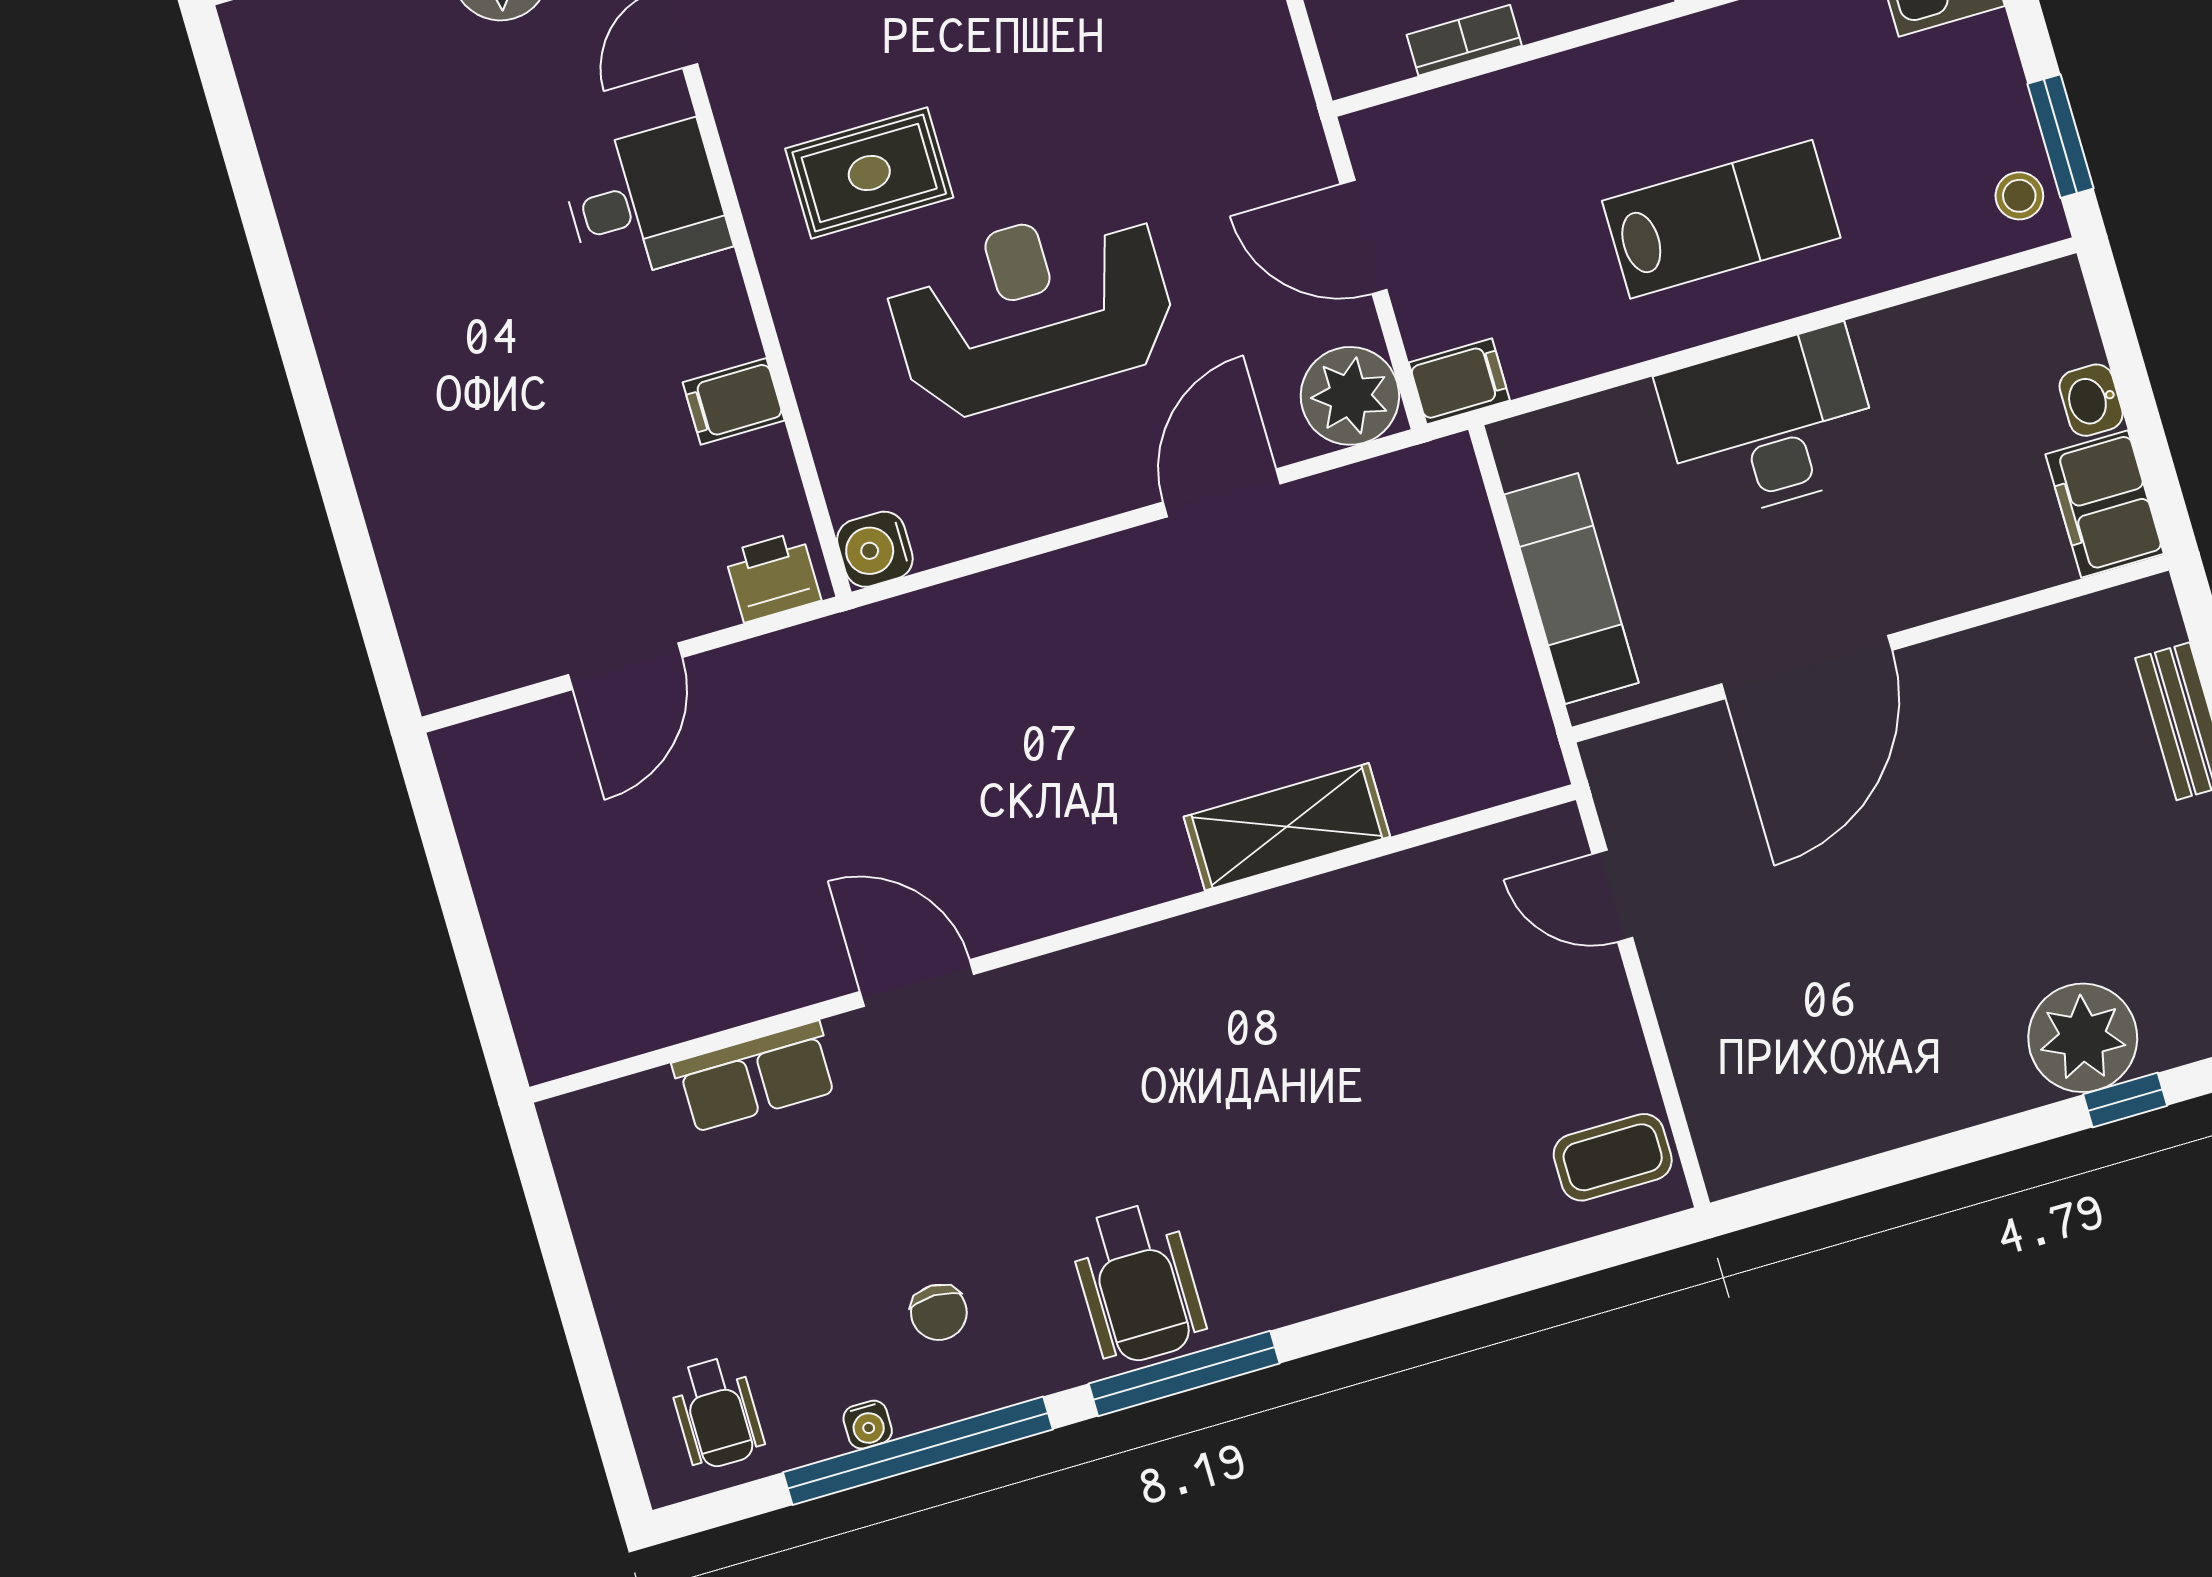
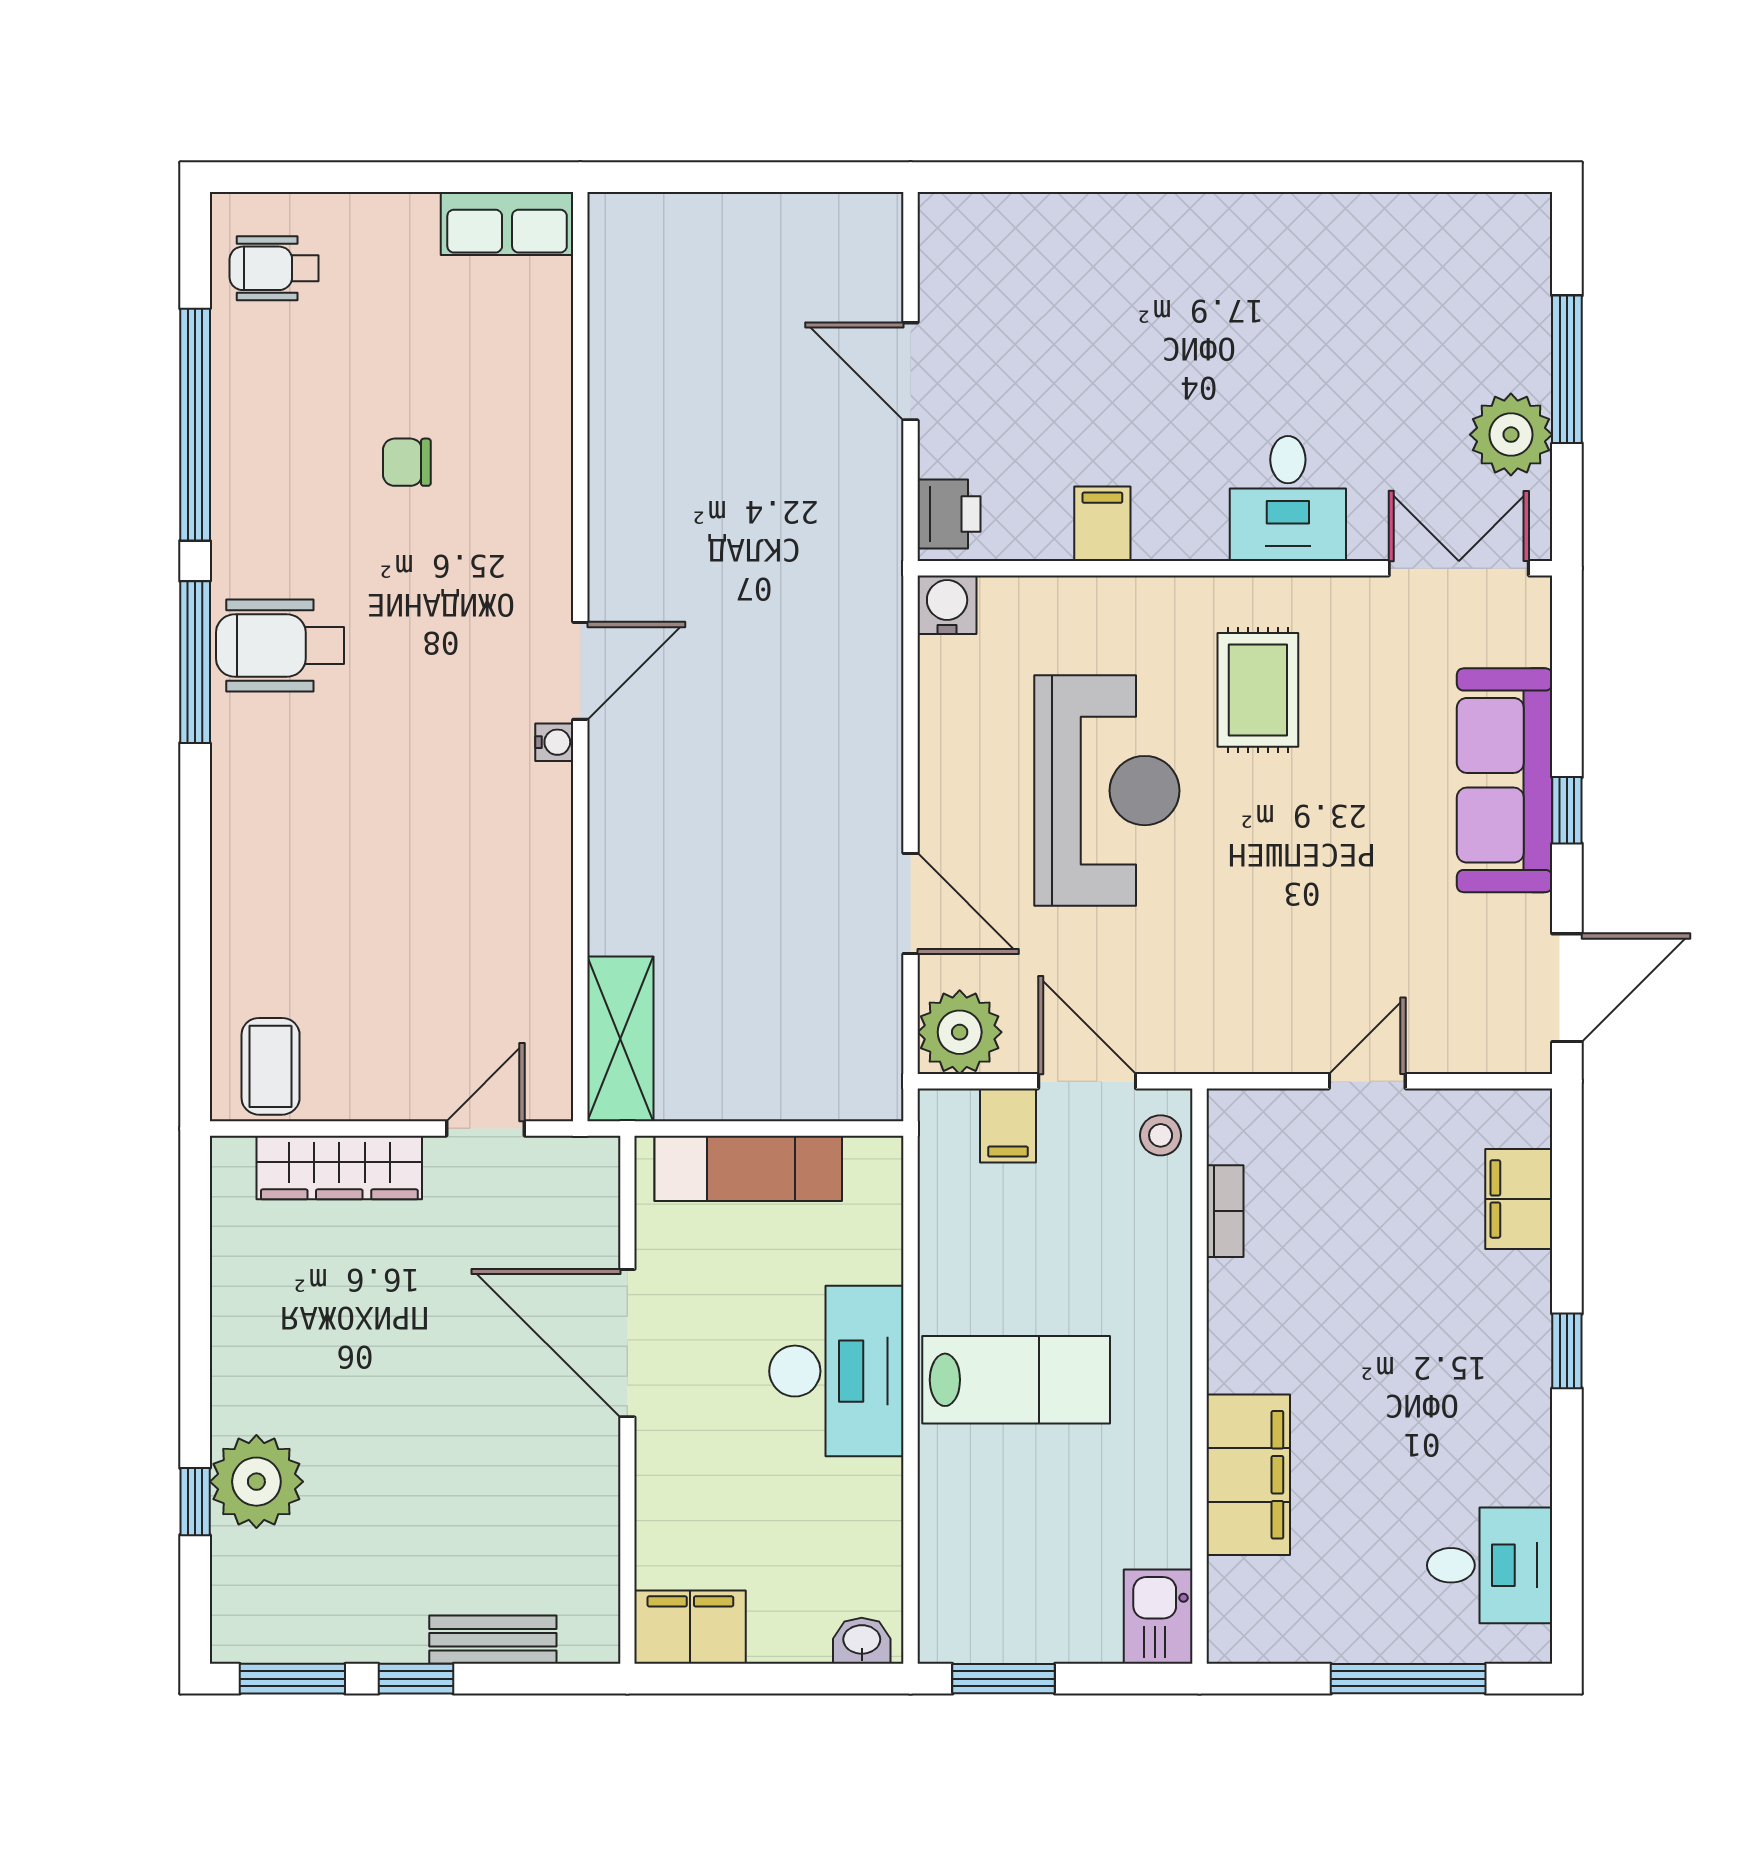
stool: (2019, 196) -> (1161, 1135), moved
lab bench: (1721, 219) -> (1016, 1380), turned -90
door: (1364, 237) -> (1087, 1081), hinge flipped
filing cabinet: (1459, 381) -> (1008, 1126), moved
washbasin: (2091, 400) -> (862, 1641), moved
shelving: (1287, 827) -> (620, 1039), moved
door: (917, 983) -> (580, 671), moved
wardrobe: (1704, 1047) -> (339, 1168), added
row of seats: (755, 1077) -> (507, 224), moved, turned -90
chair: (939, 1312) -> (407, 462), moved
water cooler: (868, 1425) -> (554, 742), moved, turned 180

